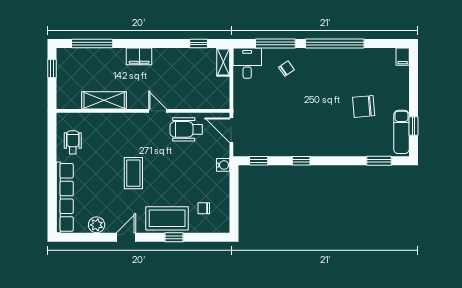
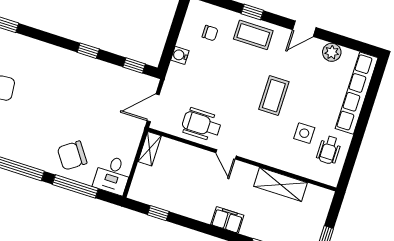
shelving: (223, 62) -> (150, 149), moved
chair: (286, 69) -> (72, 156), width x1.87, depth x1.87
wheelchair: (186, 129) -> (201, 124), turned 180
door: (231, 130) -> (153, 108), swing flipped
side table: (98, 150) -> (304, 133), added
water cooler: (223, 165) -> (180, 55), moved
coffee table: (167, 218) -> (253, 35), width x0.73, depth x0.76

